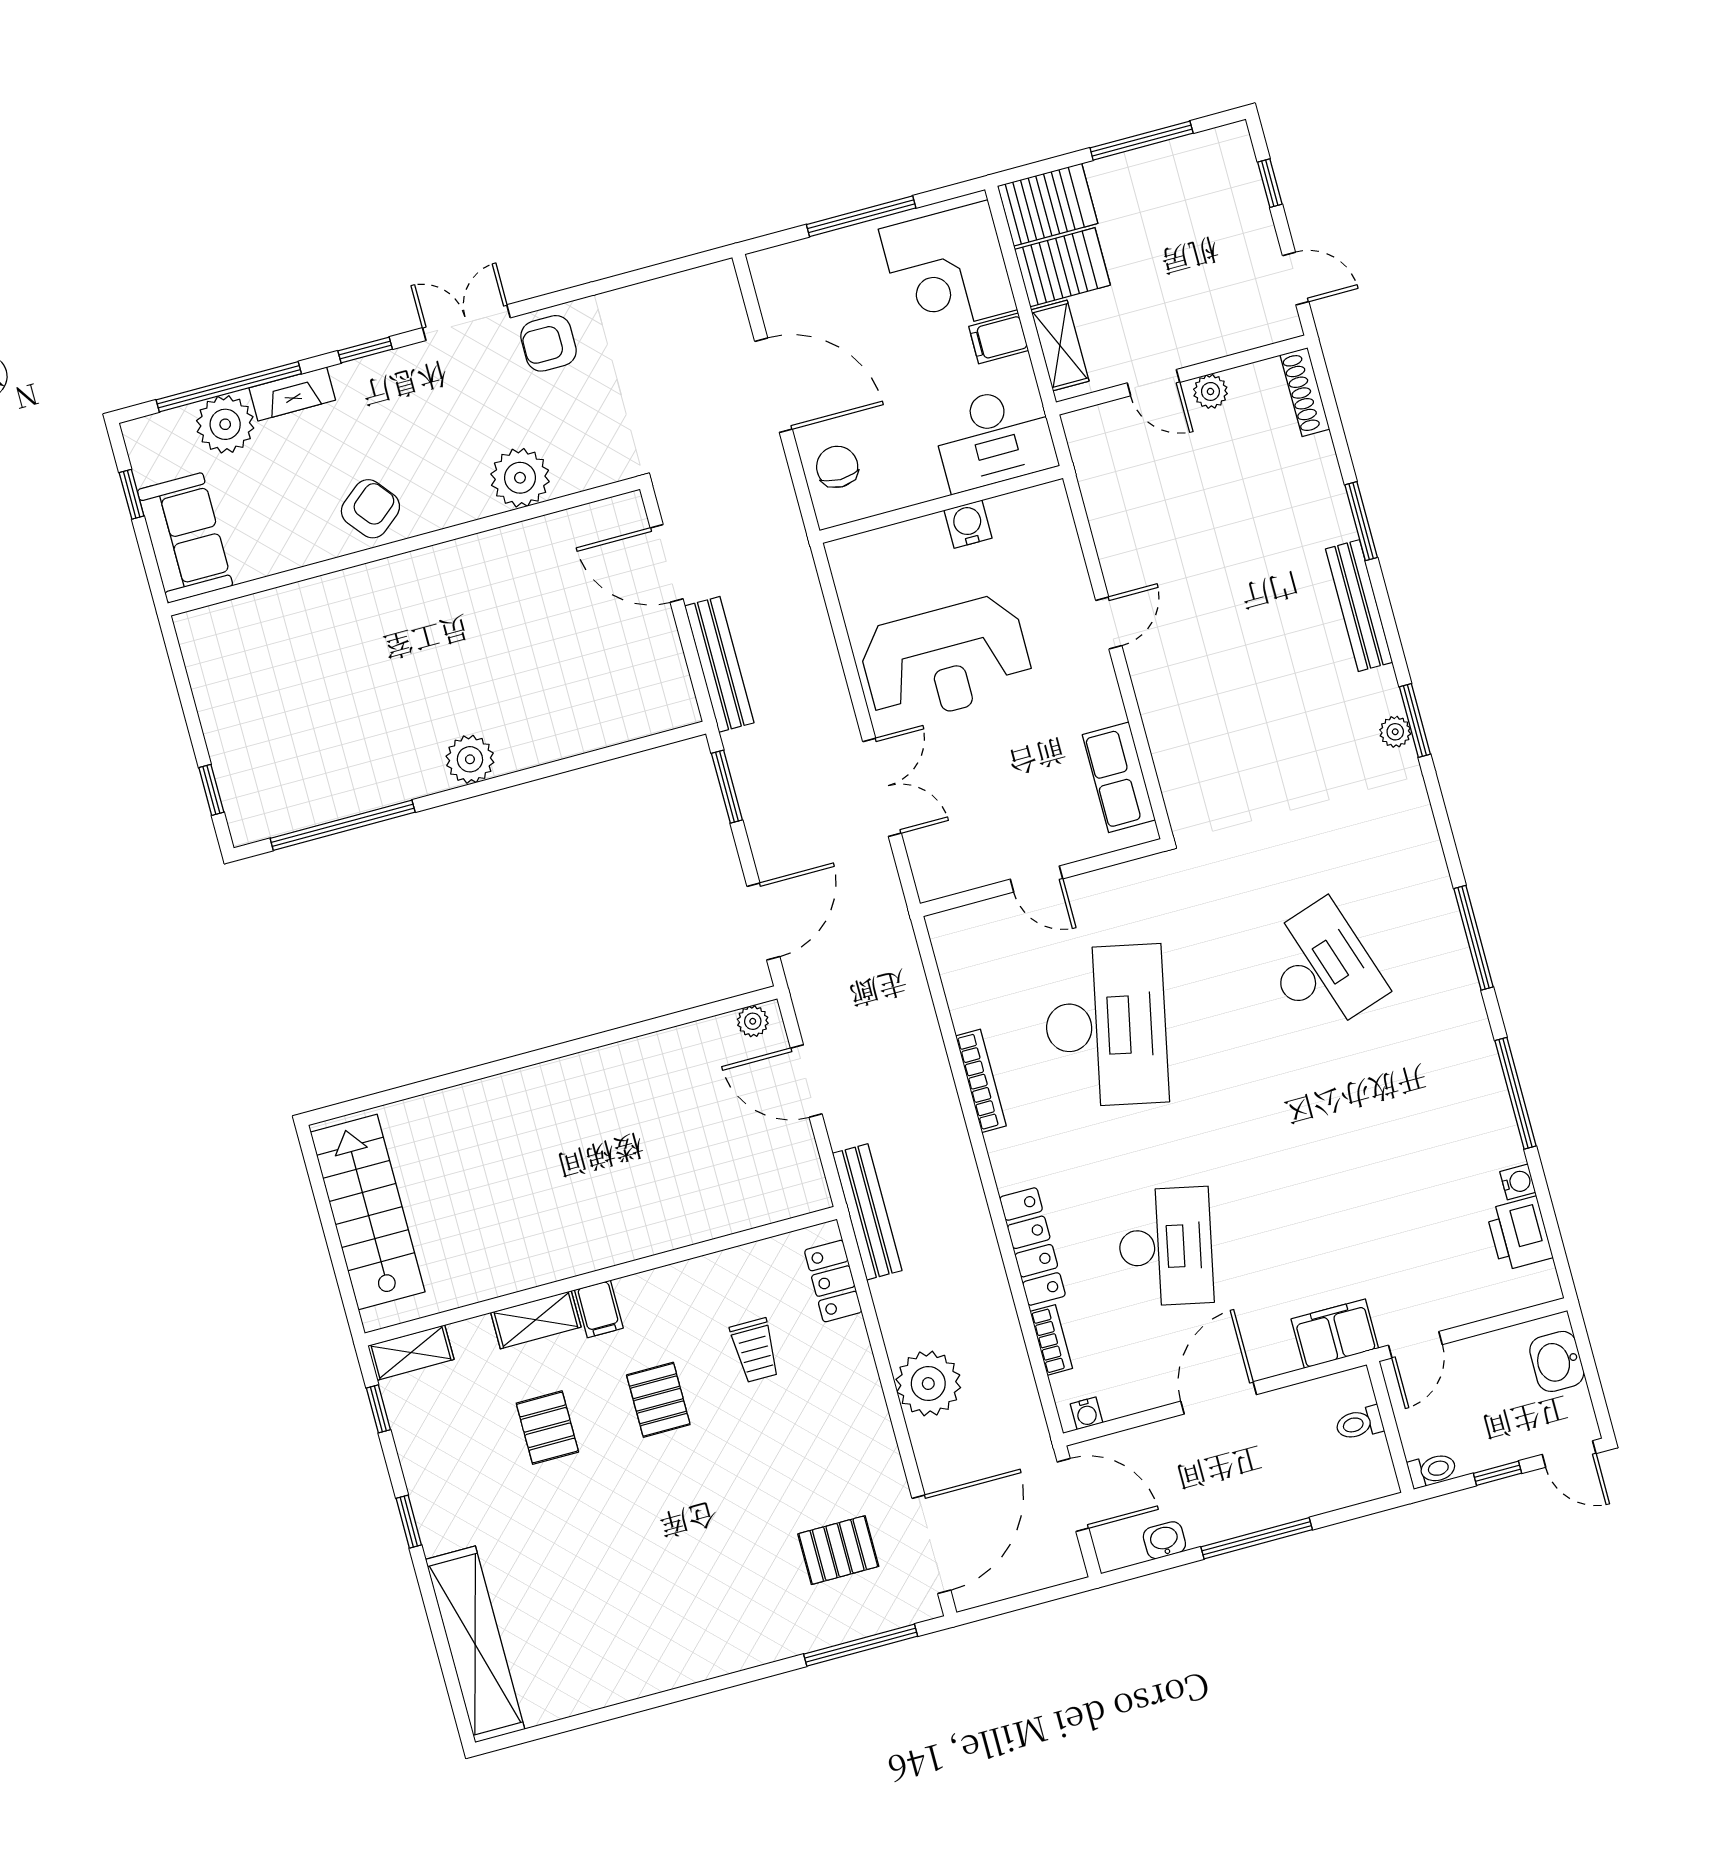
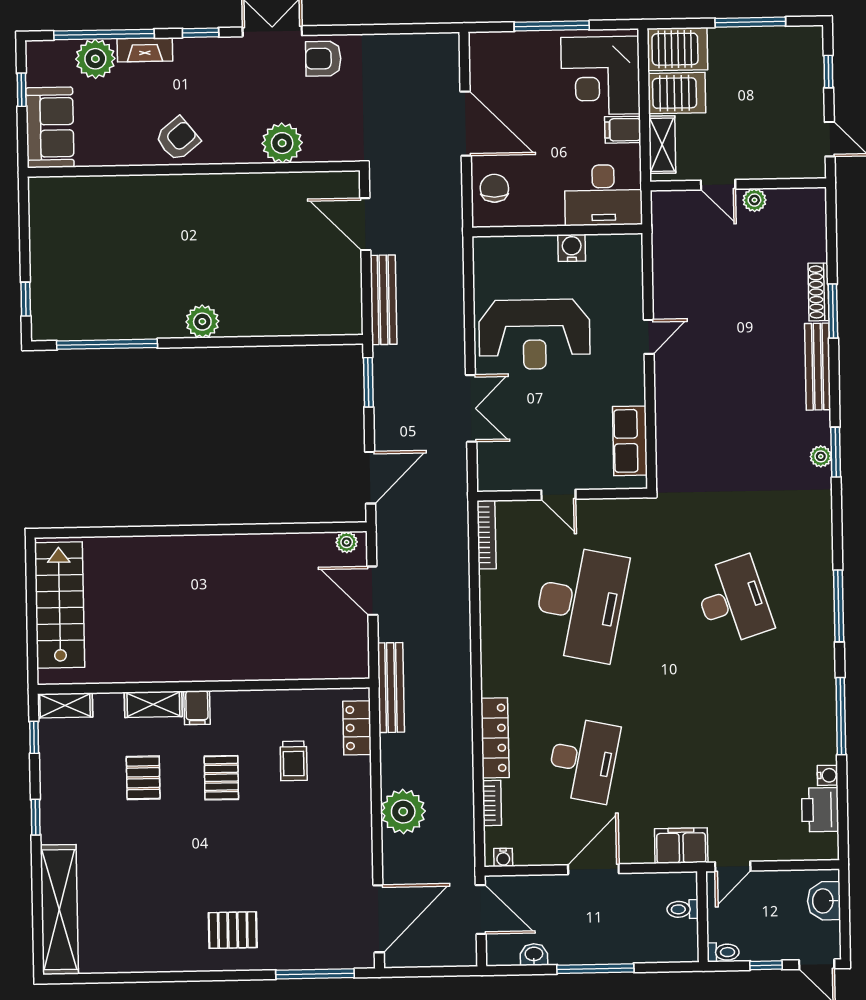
shoe rack: (1305, 392) -> (819, 292), moved
bookcase: (981, 1081) -> (487, 535), moved
pallet: (838, 1550) -> (233, 930), moved

